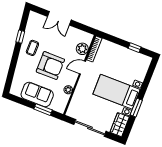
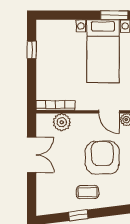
double door: (59, 18) -> (32, 155), moved
door: (82, 68) -> (109, 112), moved

